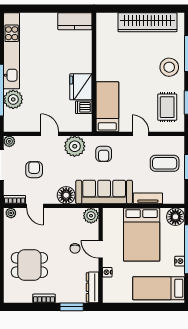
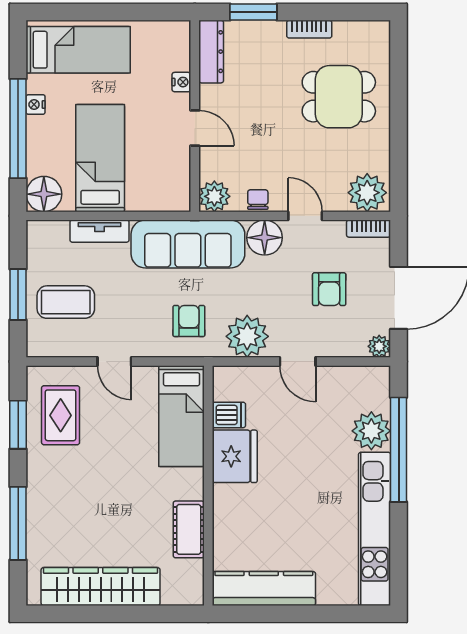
kitchen counter: (75, 21) -> (264, 589), width x1.50
cot: (104, 51) -> (189, 529), added
stool: (169, 67) -> (57, 496), removed
door: (35, 206) -> (305, 216), moved
plant: (11, 213) -> (367, 193), width x1.87, depth x1.87
bed: (142, 235) -> (100, 158), width x0.67
chair: (75, 248) -> (258, 200), moved

